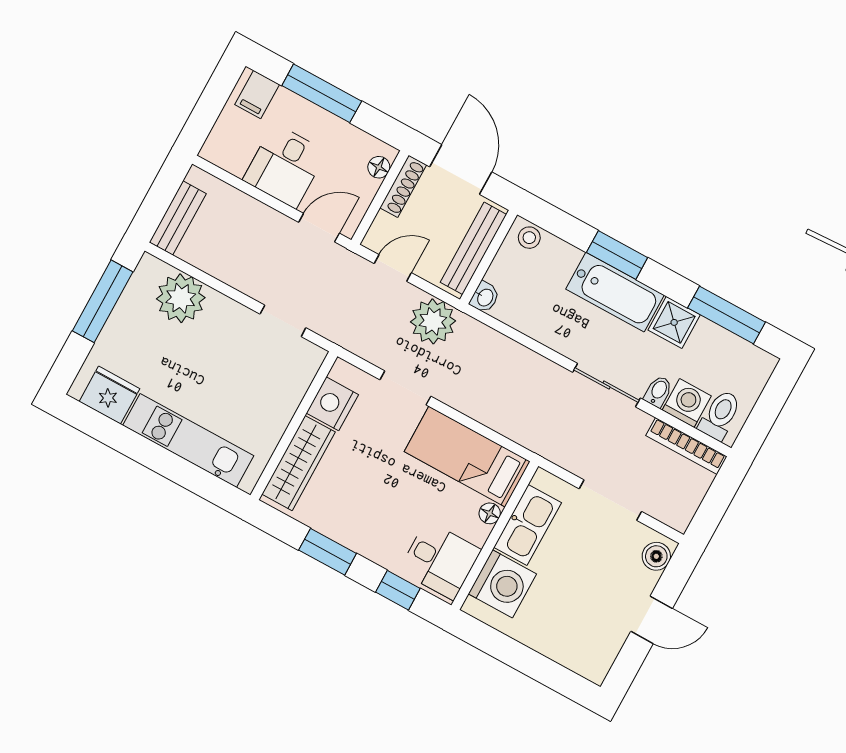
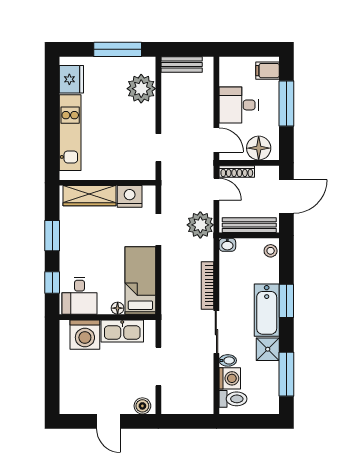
floor lamp: (379, 167) -> (259, 148), width x1.89, depth x1.89
shoe rack: (403, 186) -> (237, 171), moved
bookcase: (686, 446) -> (208, 286), moved

